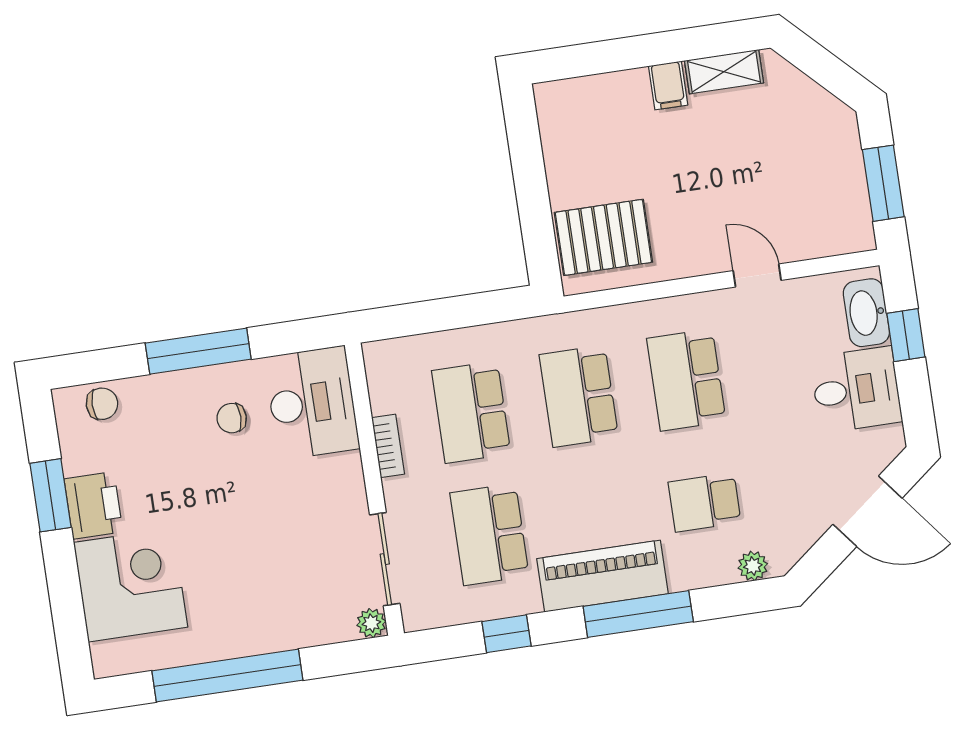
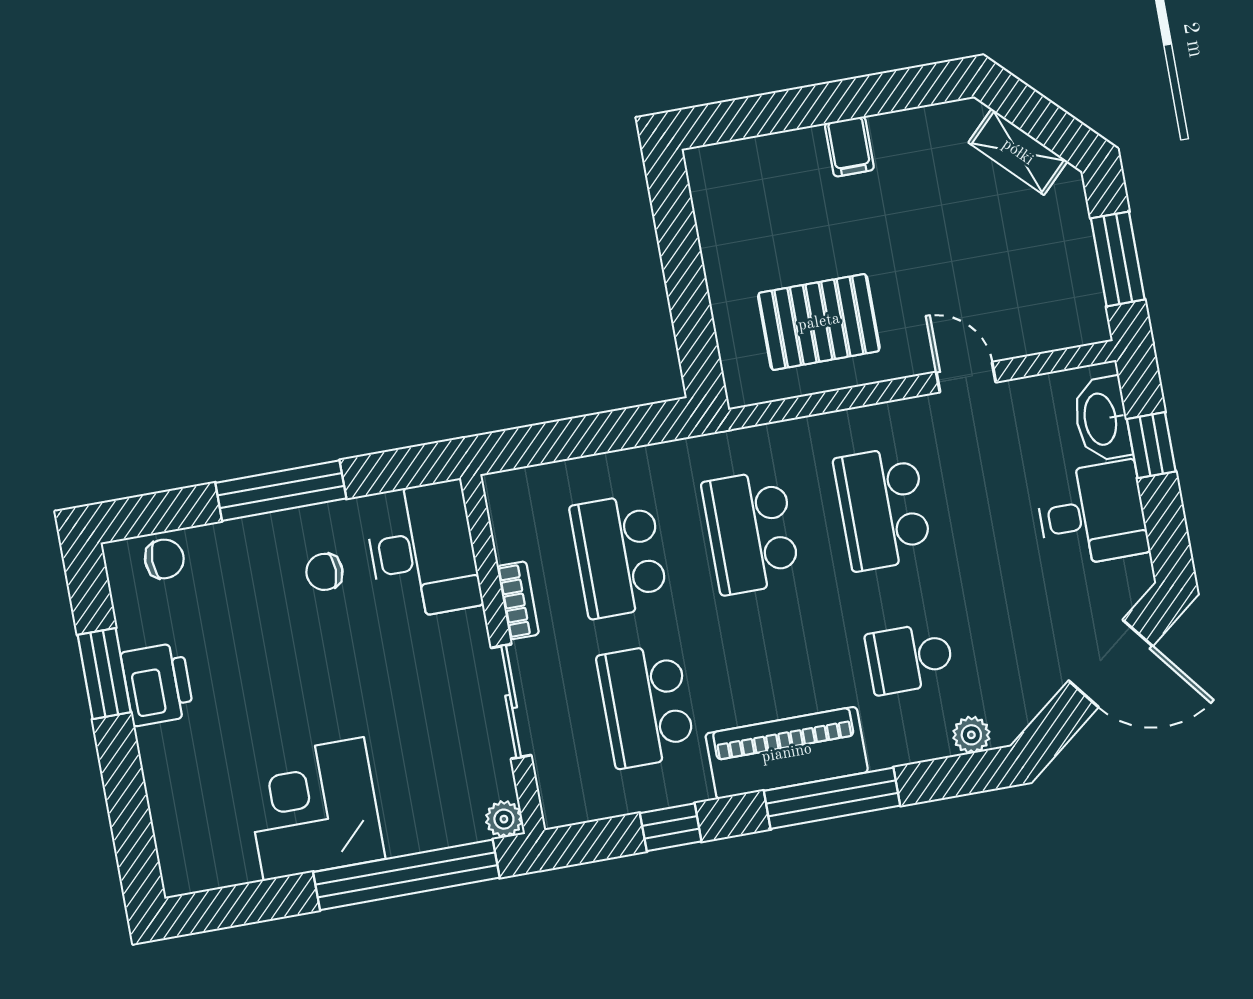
shelving: (724, 72) -> (1018, 152), moved, turned 45
pallet: (603, 237) -> (819, 322), moved
sliding door: (385, 559) -> (511, 702), moved
corner desk: (131, 585) -> (314, 809), moved, turned -90
window: (227, 676) -> (406, 875), moved

